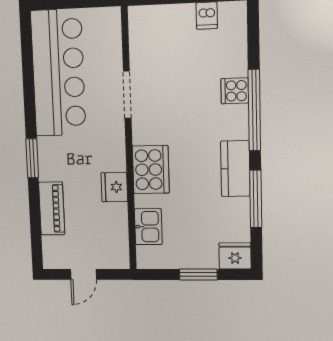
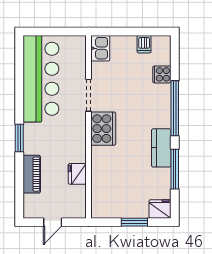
cooker: (235, 91) -> (162, 74), moved
cooker: (151, 170) -> (103, 129), moved
fridge: (114, 187) -> (77, 174), moved
kitchen sink: (148, 227) -> (100, 48), moved

